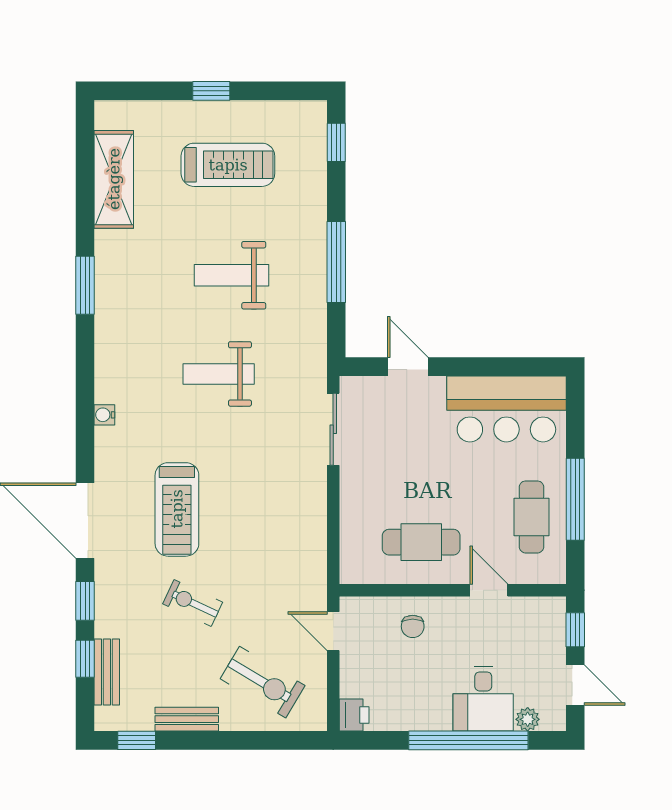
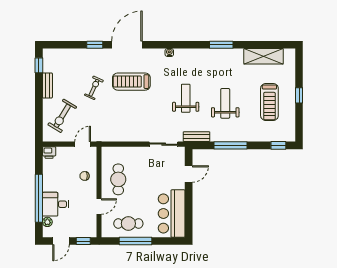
window: (85, 659) -> (72, 45), removed
bench: (107, 672) -> (197, 137), moved

